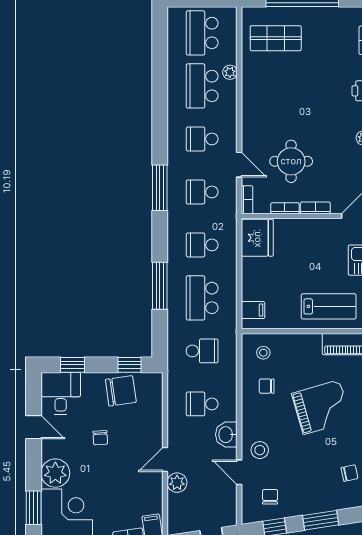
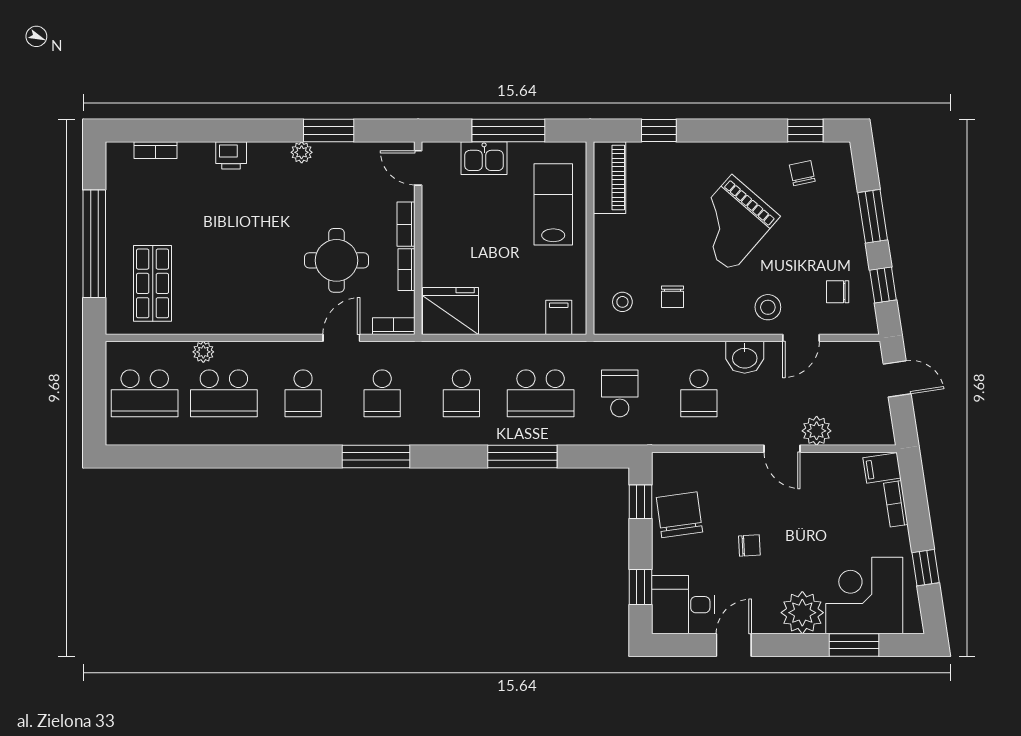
grand piano: (321, 407) -> (732, 223), moved, turned -123

